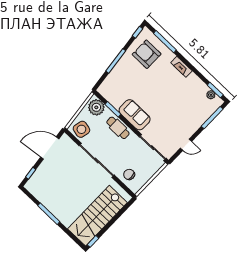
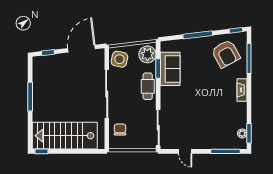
armchair: (147, 54) -> (226, 54), turned 151
sofa: (135, 115) -> (170, 69), moved
door: (50, 148) -> (81, 49), hinge flipped

